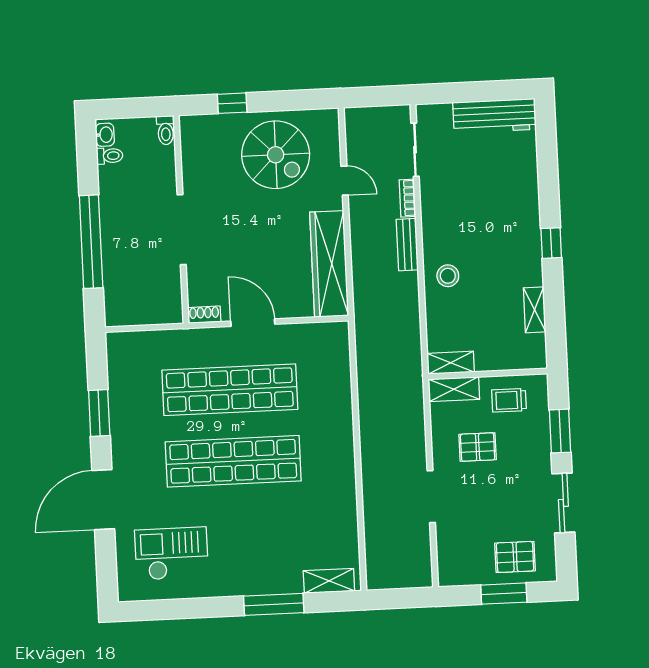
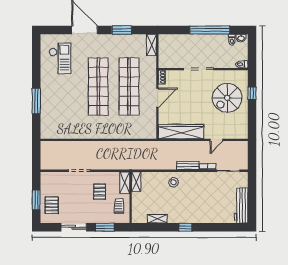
spiral stairs: (276, 155) -> (227, 98), moved
window: (91, 242) -> (210, 30), moved
shelving: (329, 581) -> (152, 45), moved

